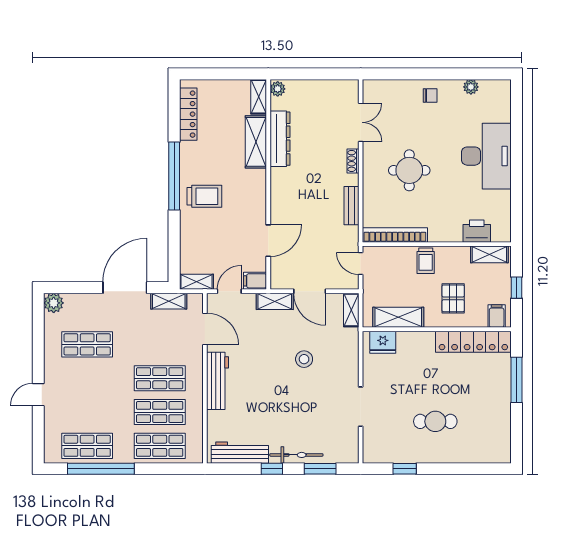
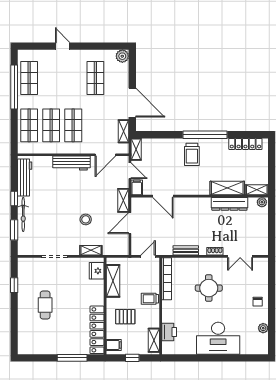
shelving: (351, 310) -> (91, 250), moved

